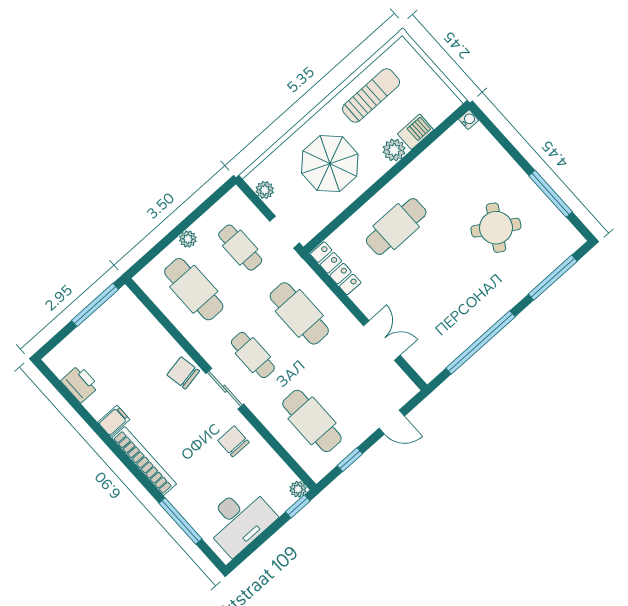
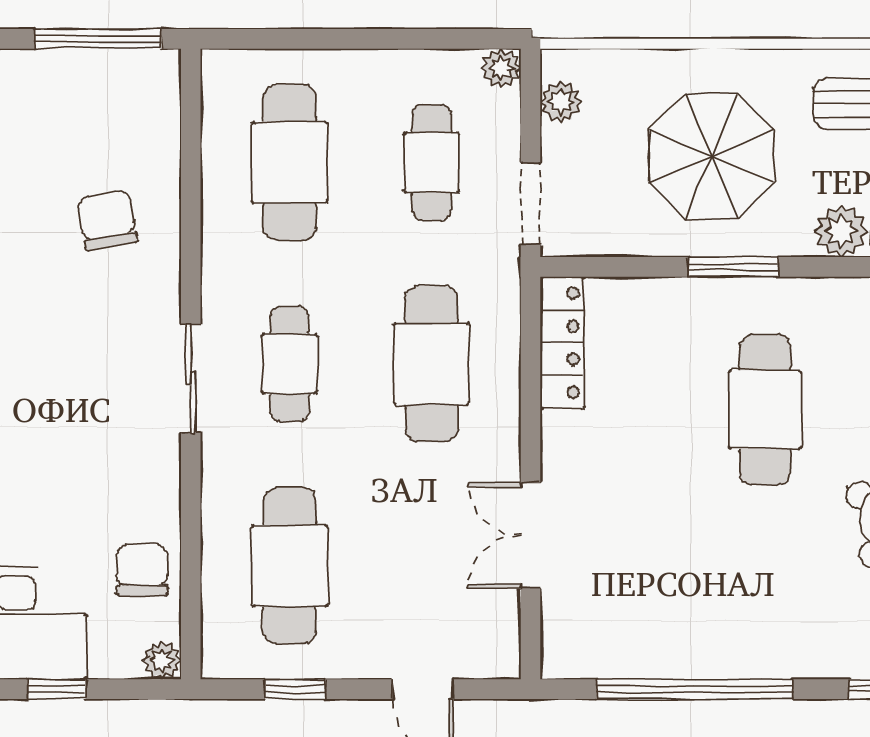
window: (369, 193) -> (734, 267), added
cafe table: (396, 227) -> (765, 410), moved, turned 90
plant: (188, 239) -> (501, 68), moved
double door: (382, 340) -> (531, 535), swing flipped
chair: (183, 373) -> (107, 220), moved
chair: (234, 441) -> (142, 570), moved
window: (298, 506) -> (57, 689), moved

